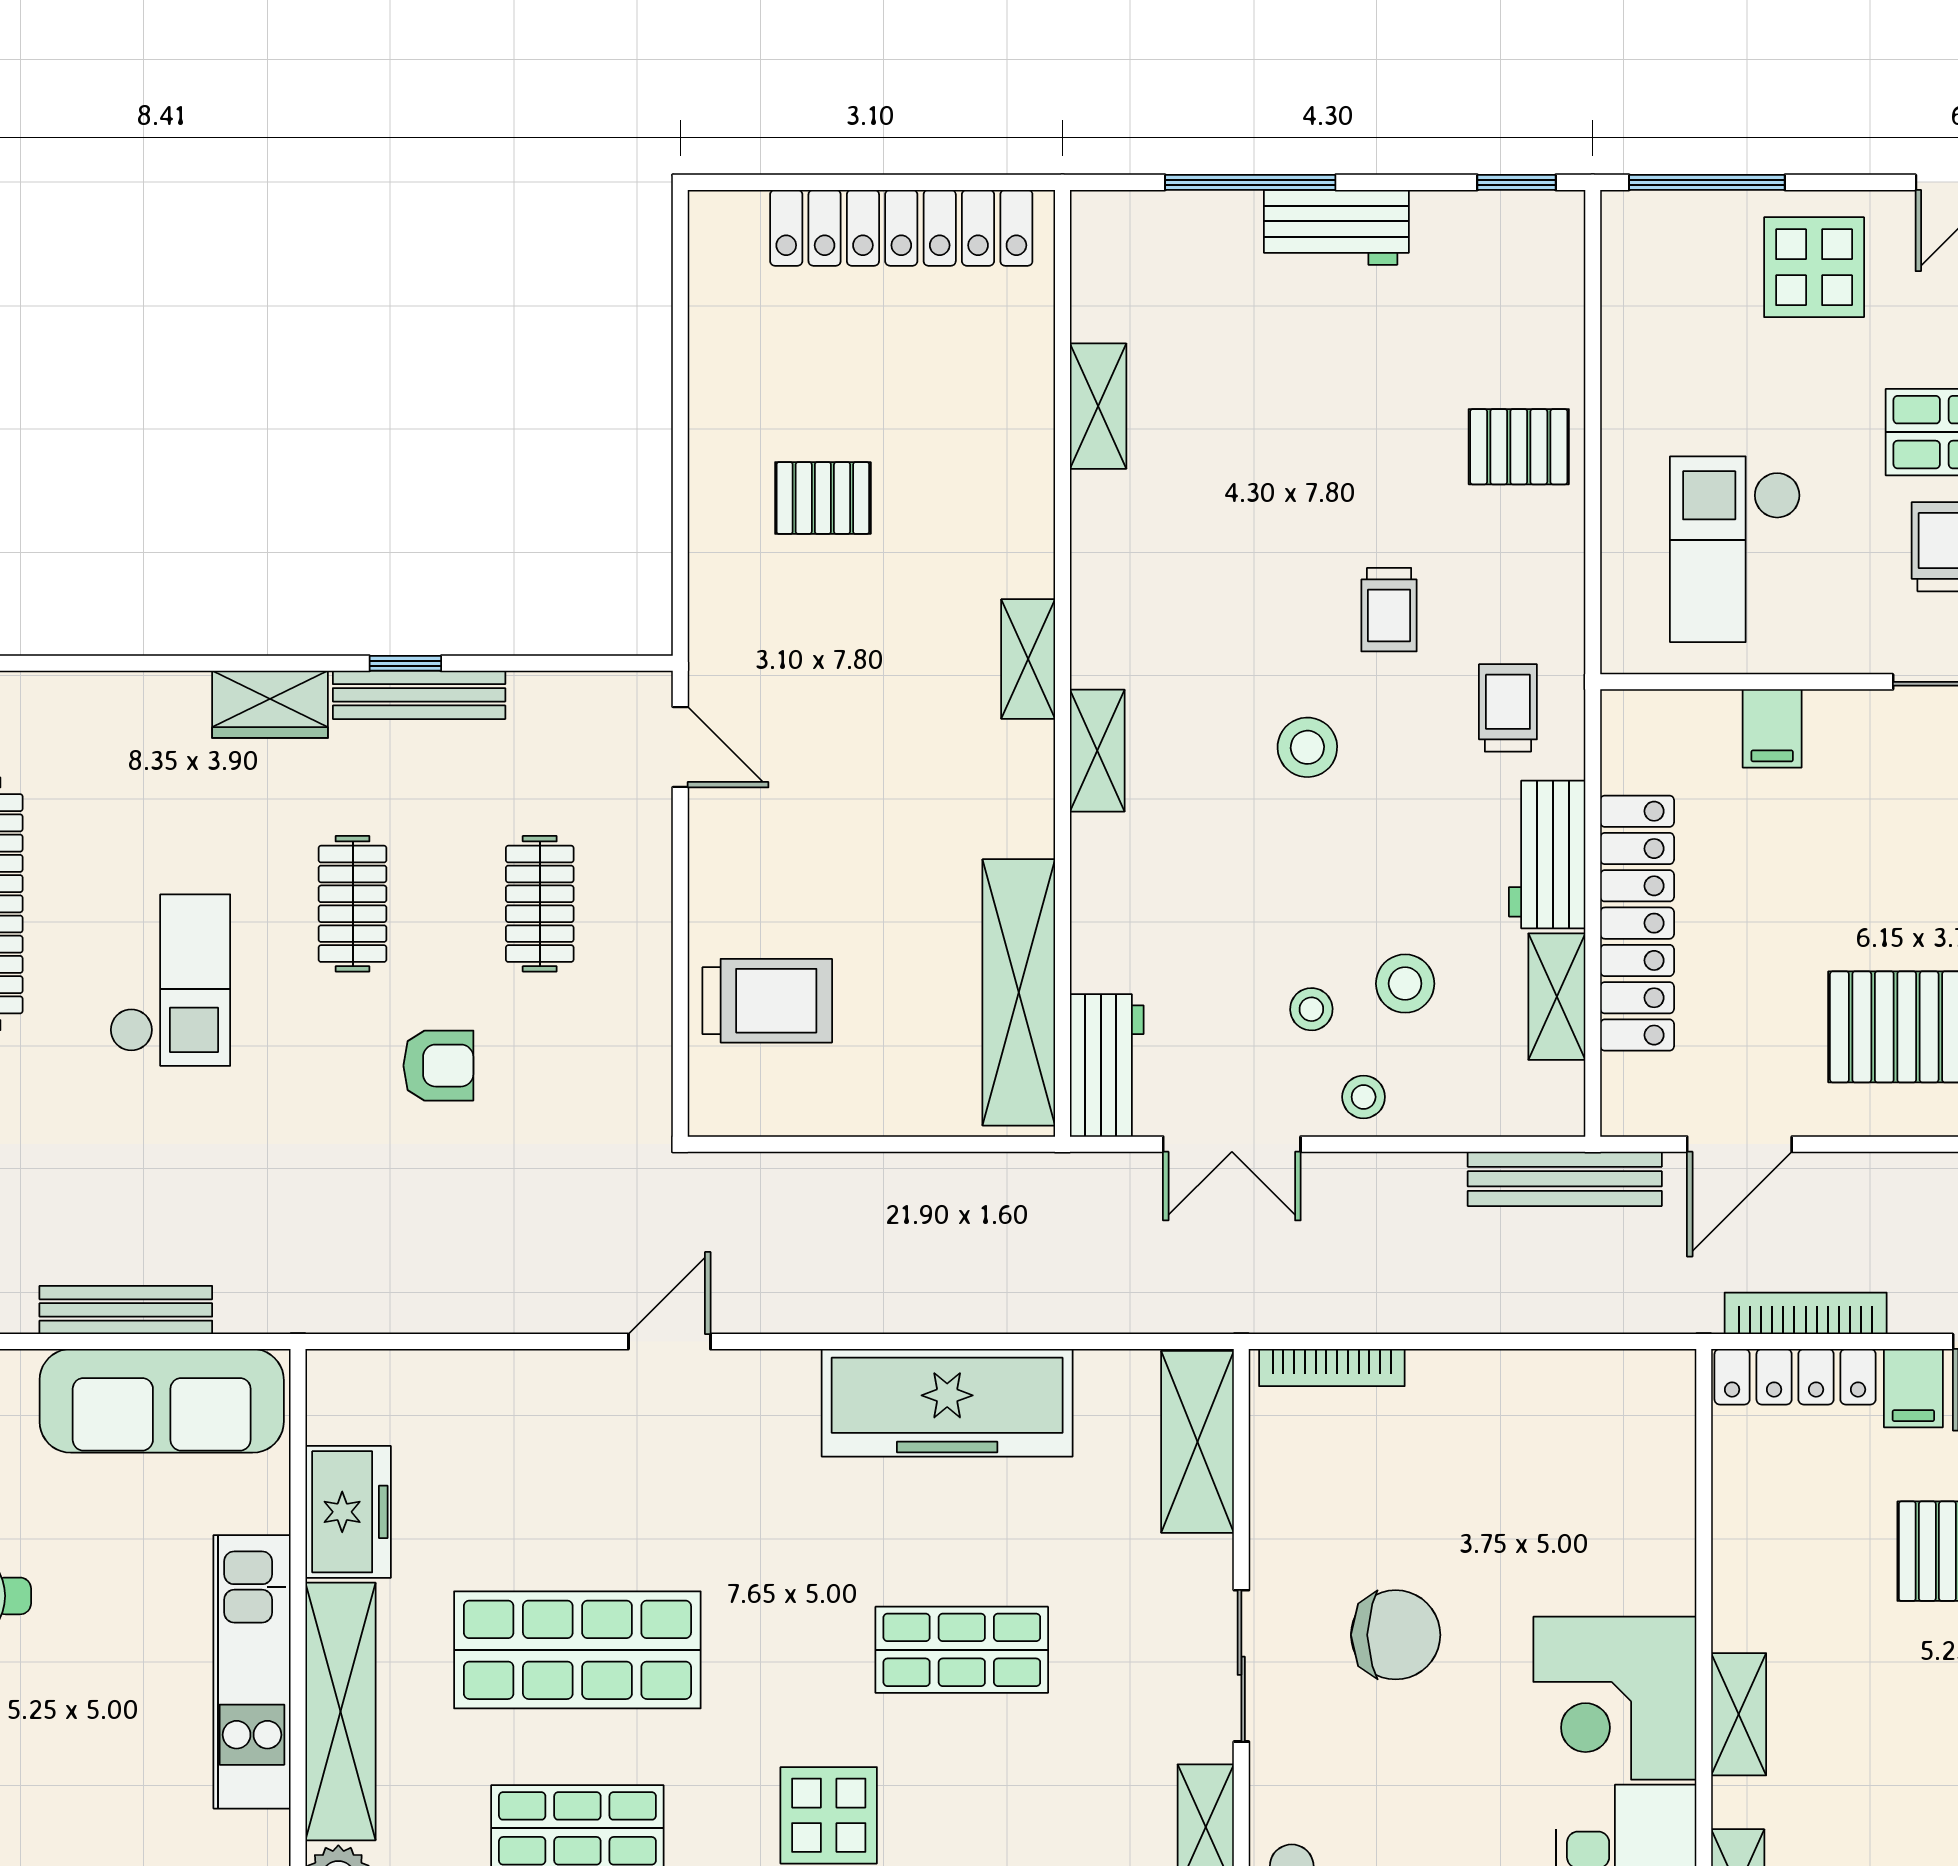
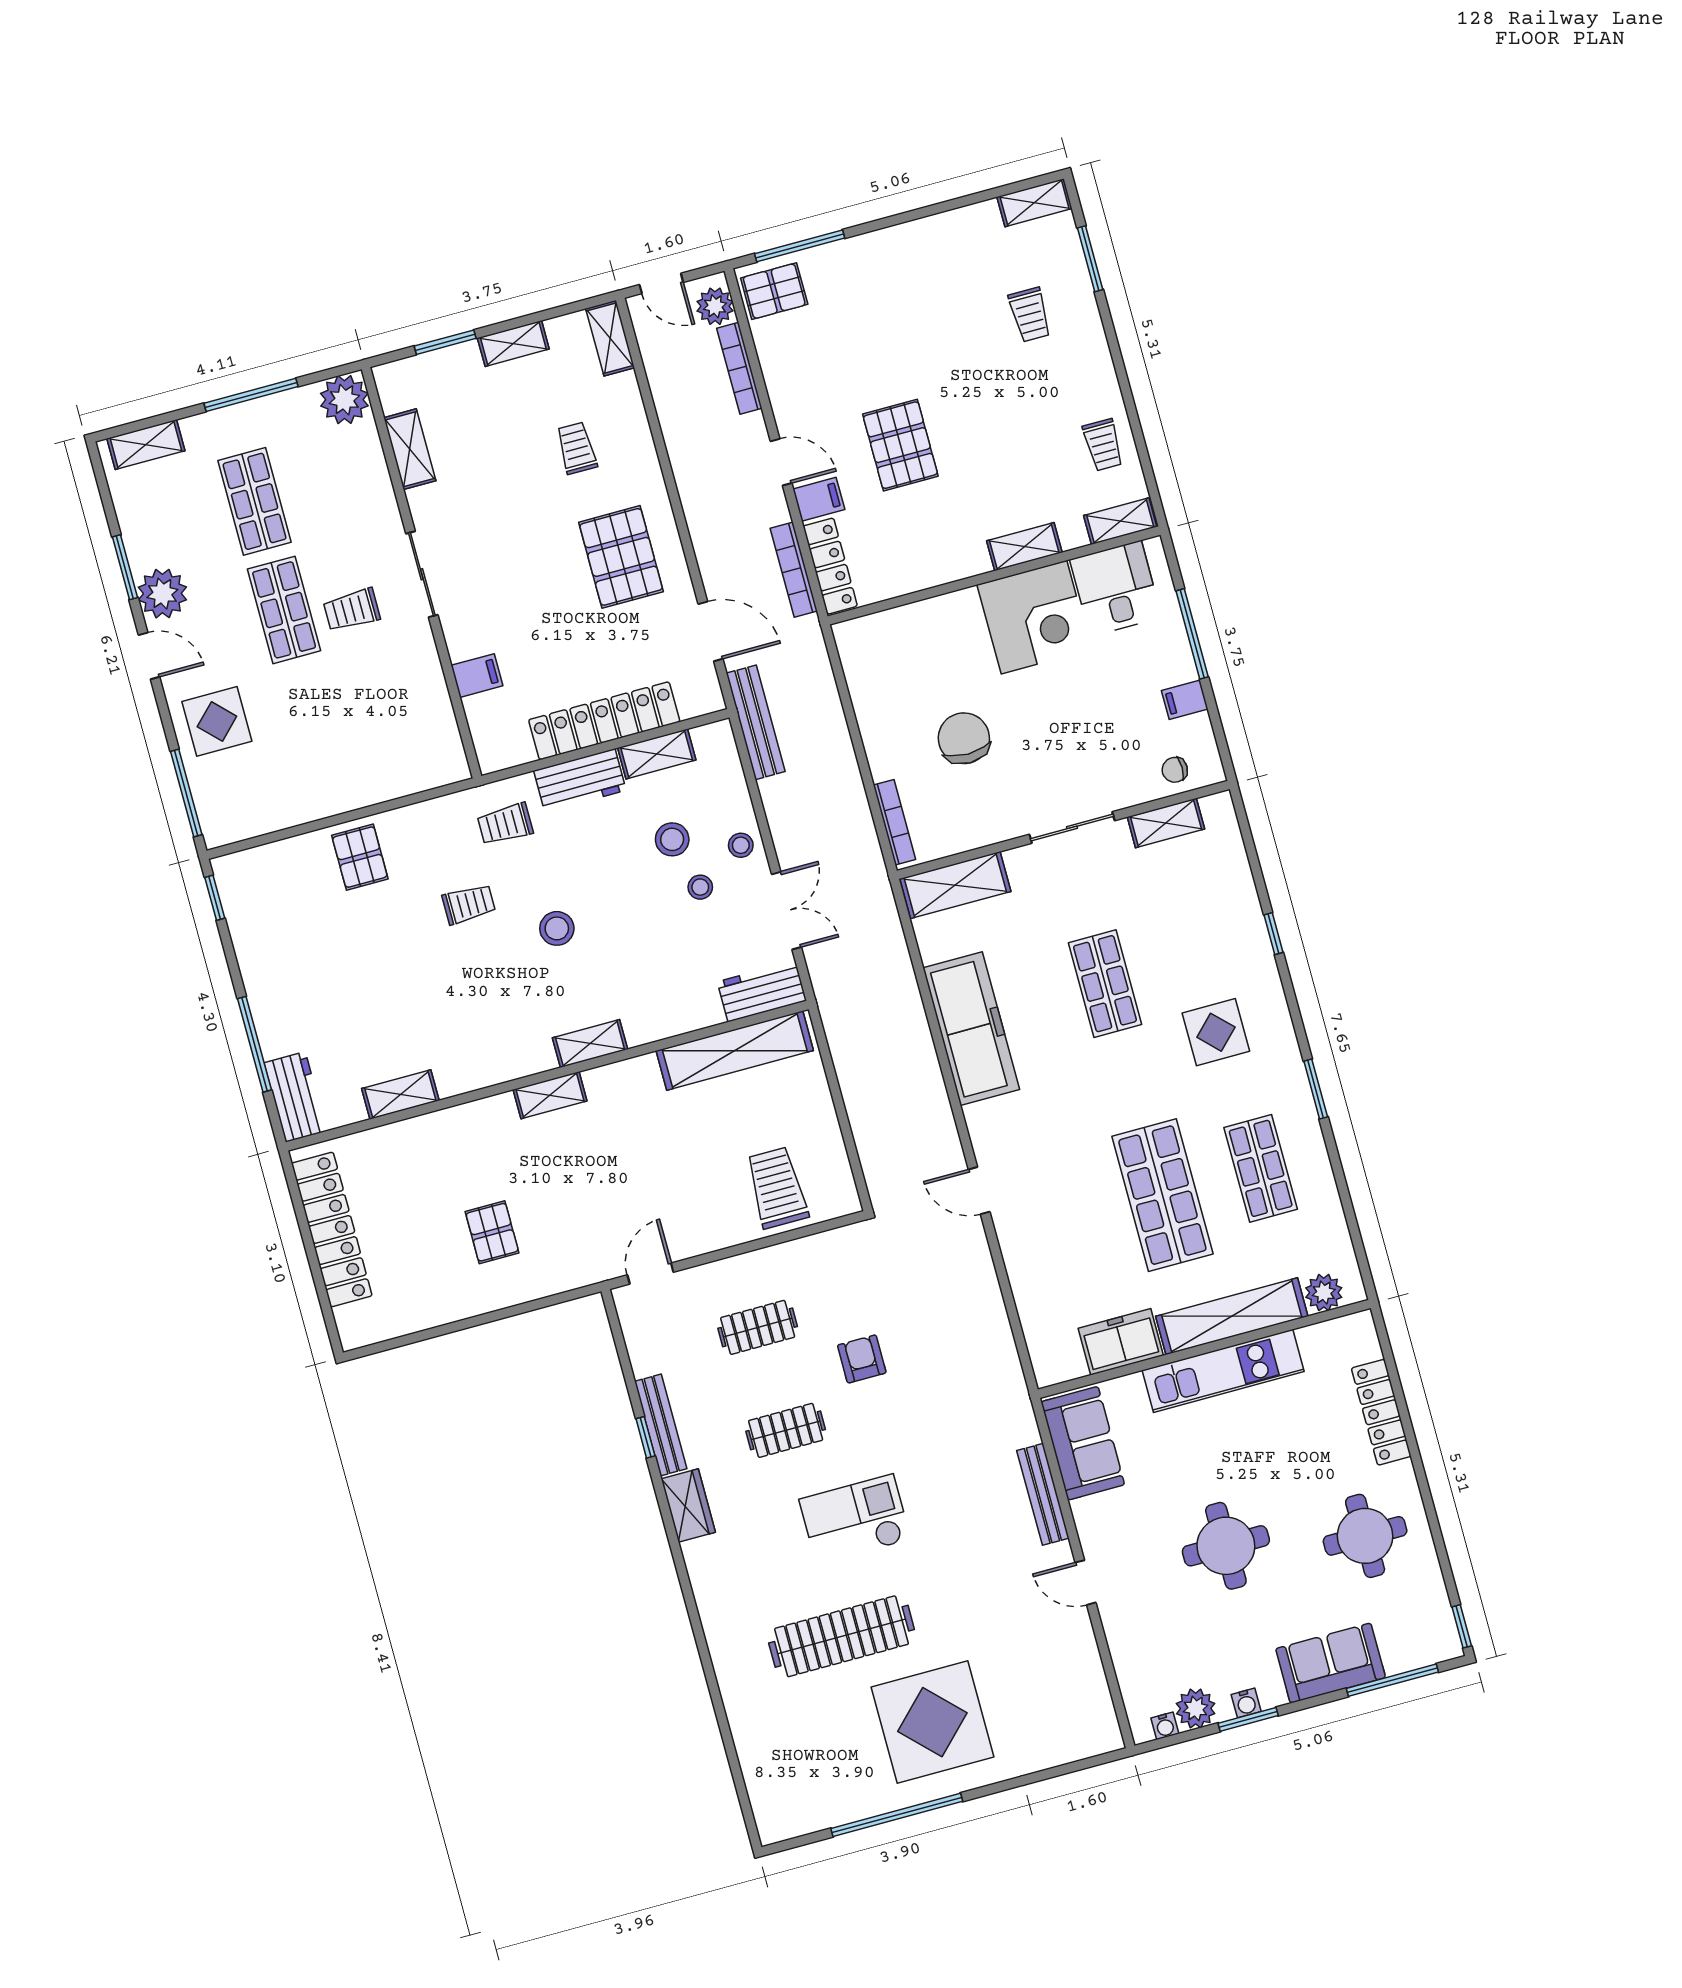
workbench: (1336, 227) -> (295, 1097), moved
checkout: (1735, 549) -> (384, 723), removed
sofa: (162, 1401) -> (1083, 1443), width x0.73
chair: (1396, 1635) -> (964, 738), moved

